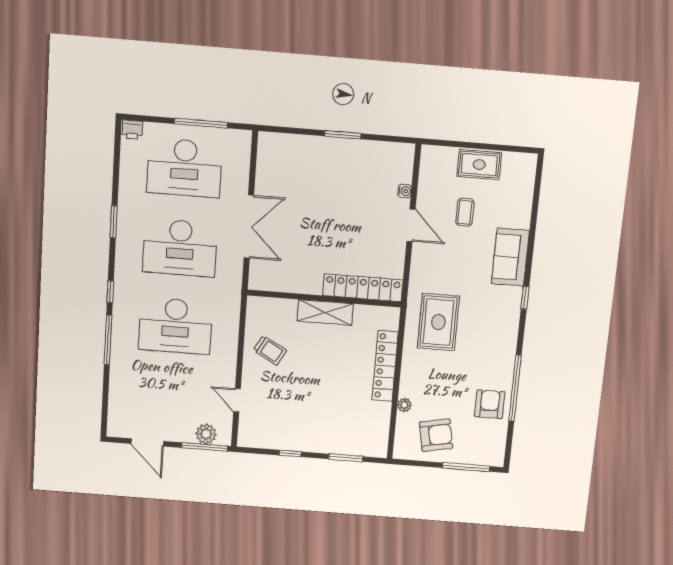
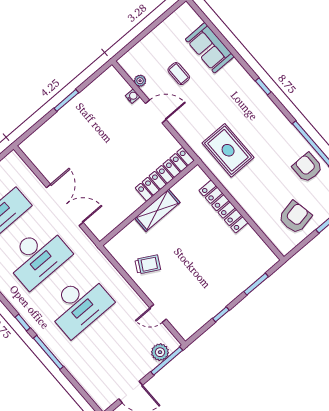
rug: (479, 165) -> (159, 40), removed
sofa: (510, 257) -> (210, 48), moved
plant: (404, 405) -> (140, 81), moved

